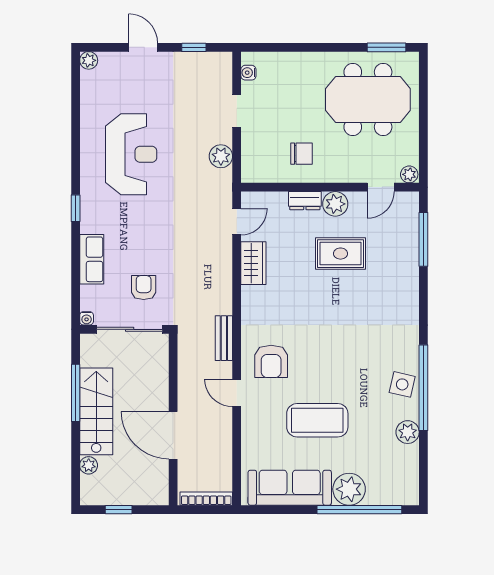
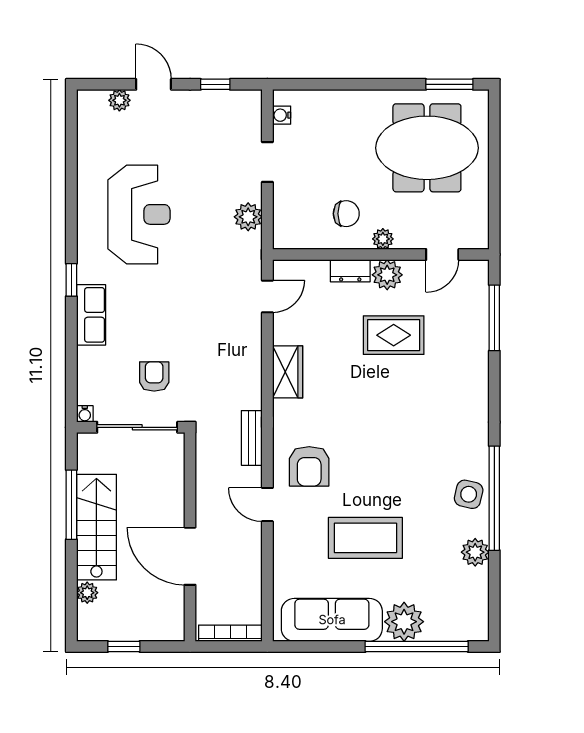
plant: (89, 60) -> (119, 100), moved
plant: (409, 174) -> (383, 239), moved
row of seats: (92, 259) -> (91, 315), moved
wardrobe: (253, 263) -> (288, 372), moved

